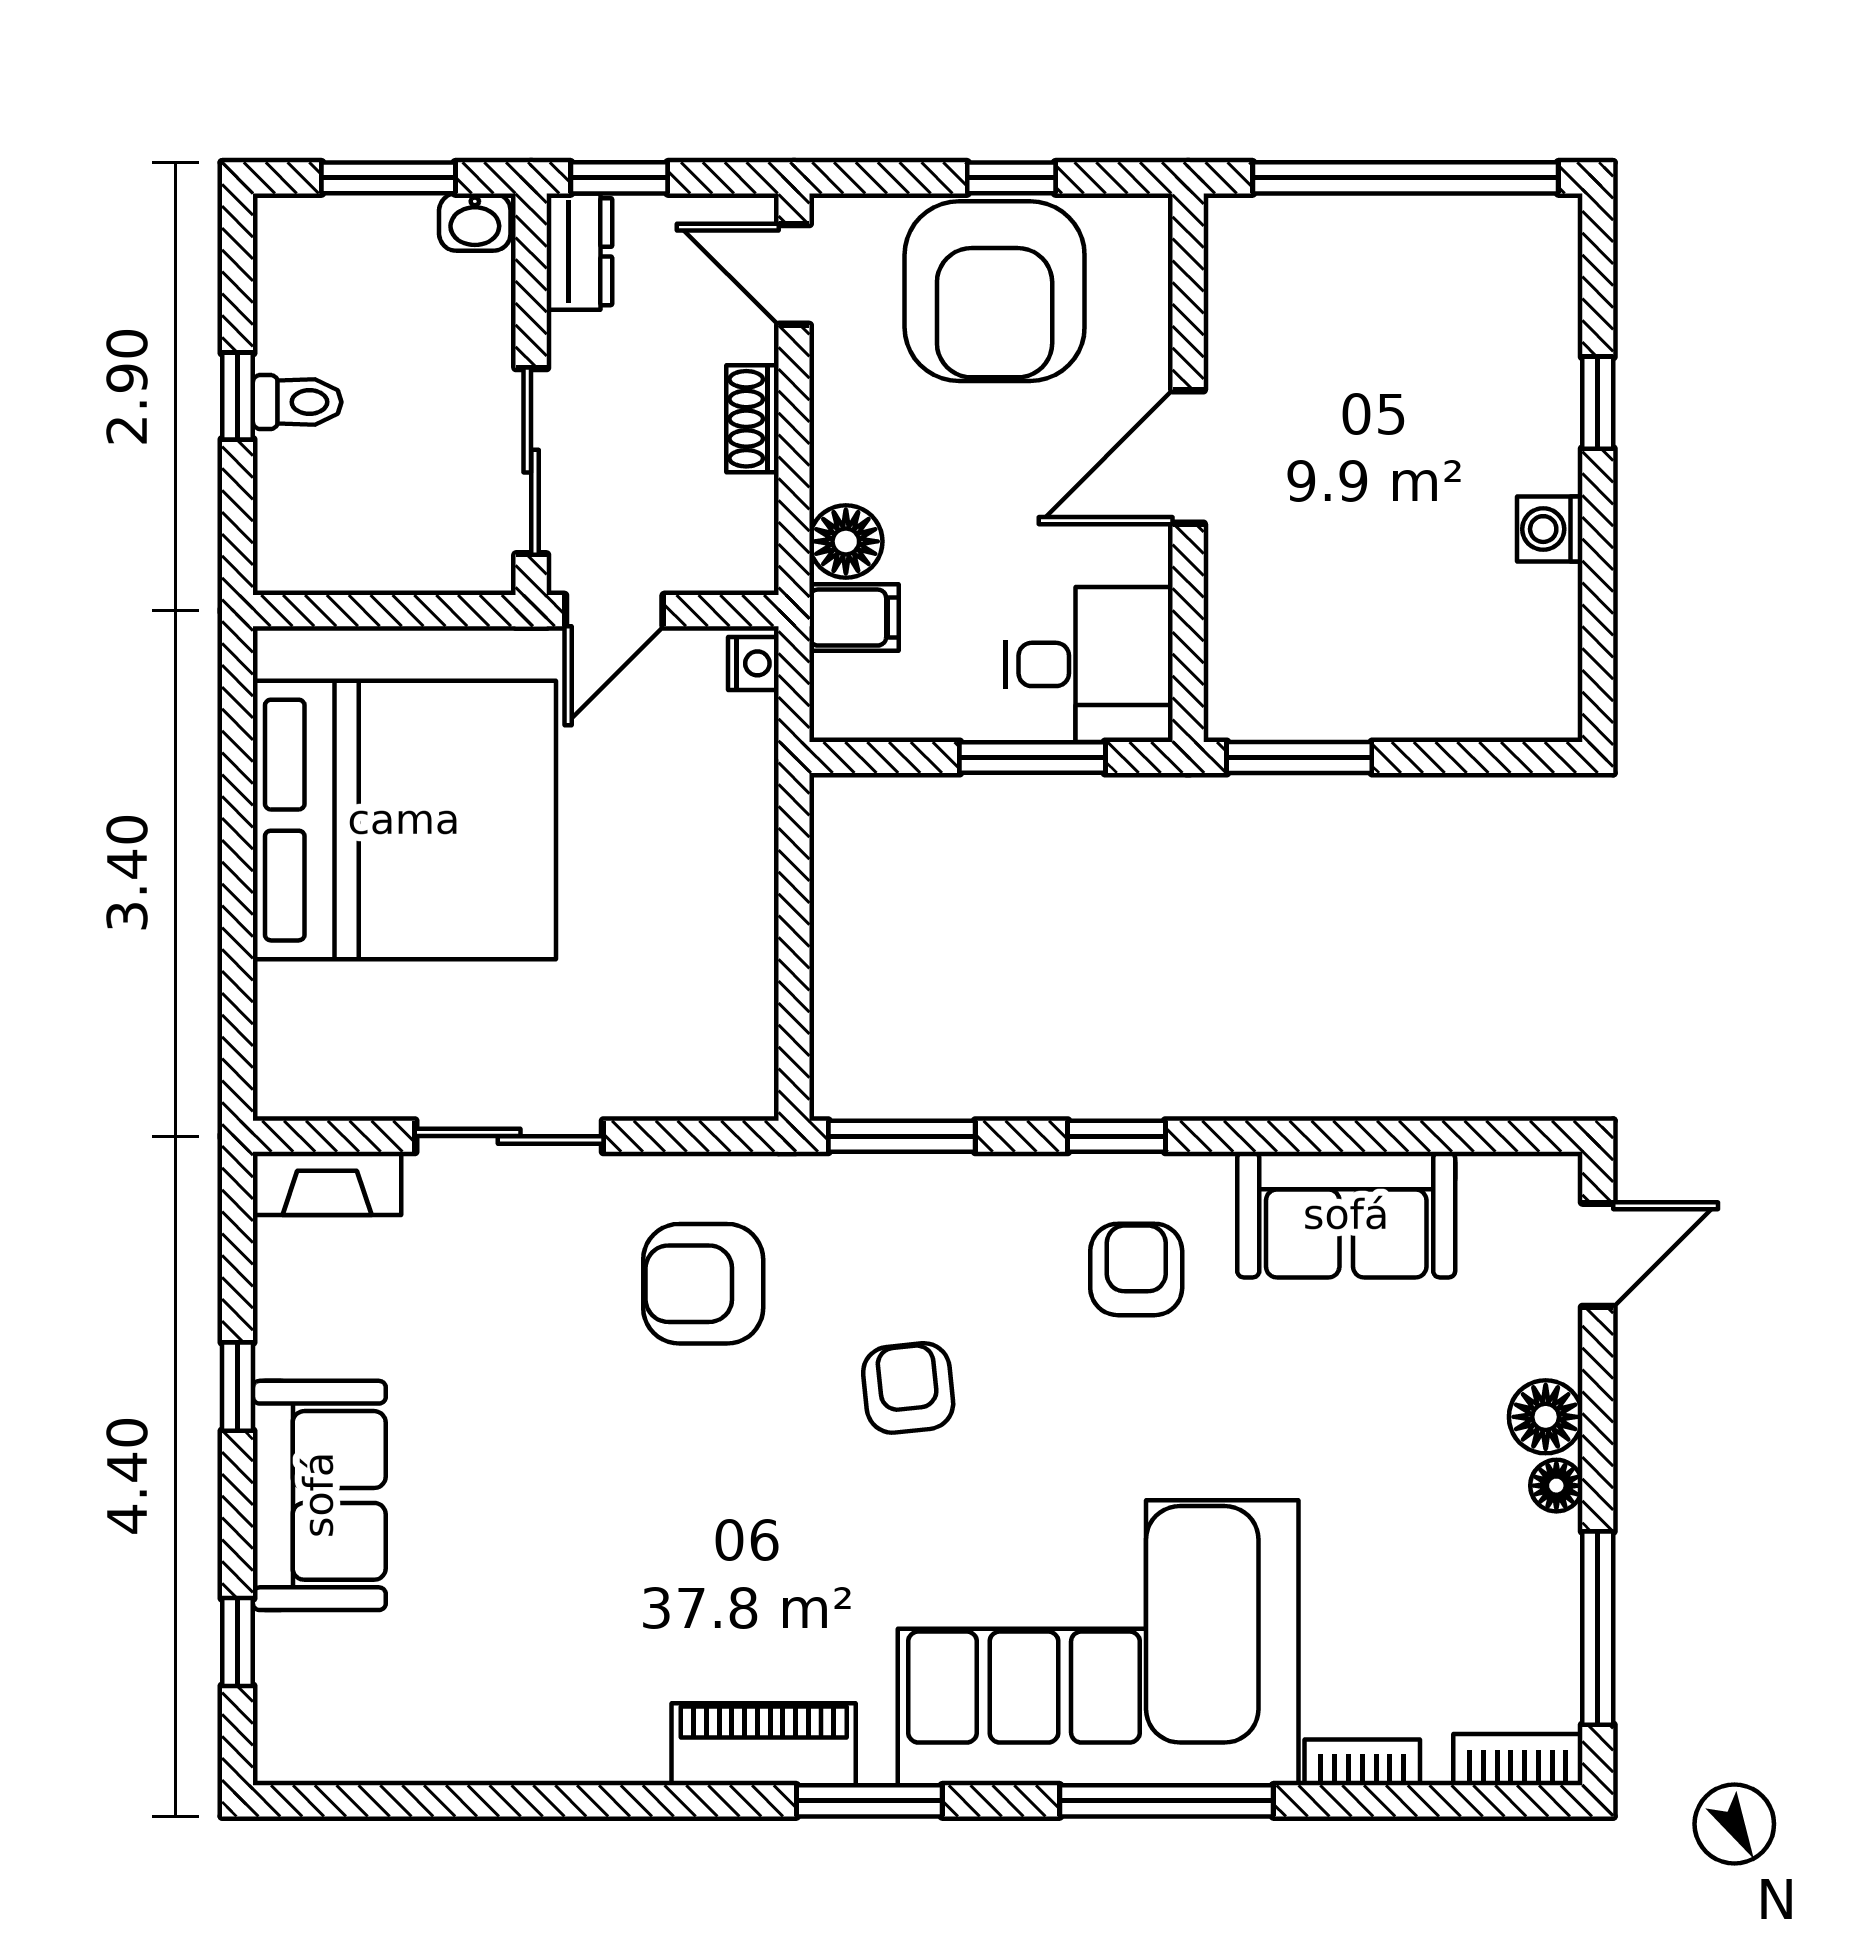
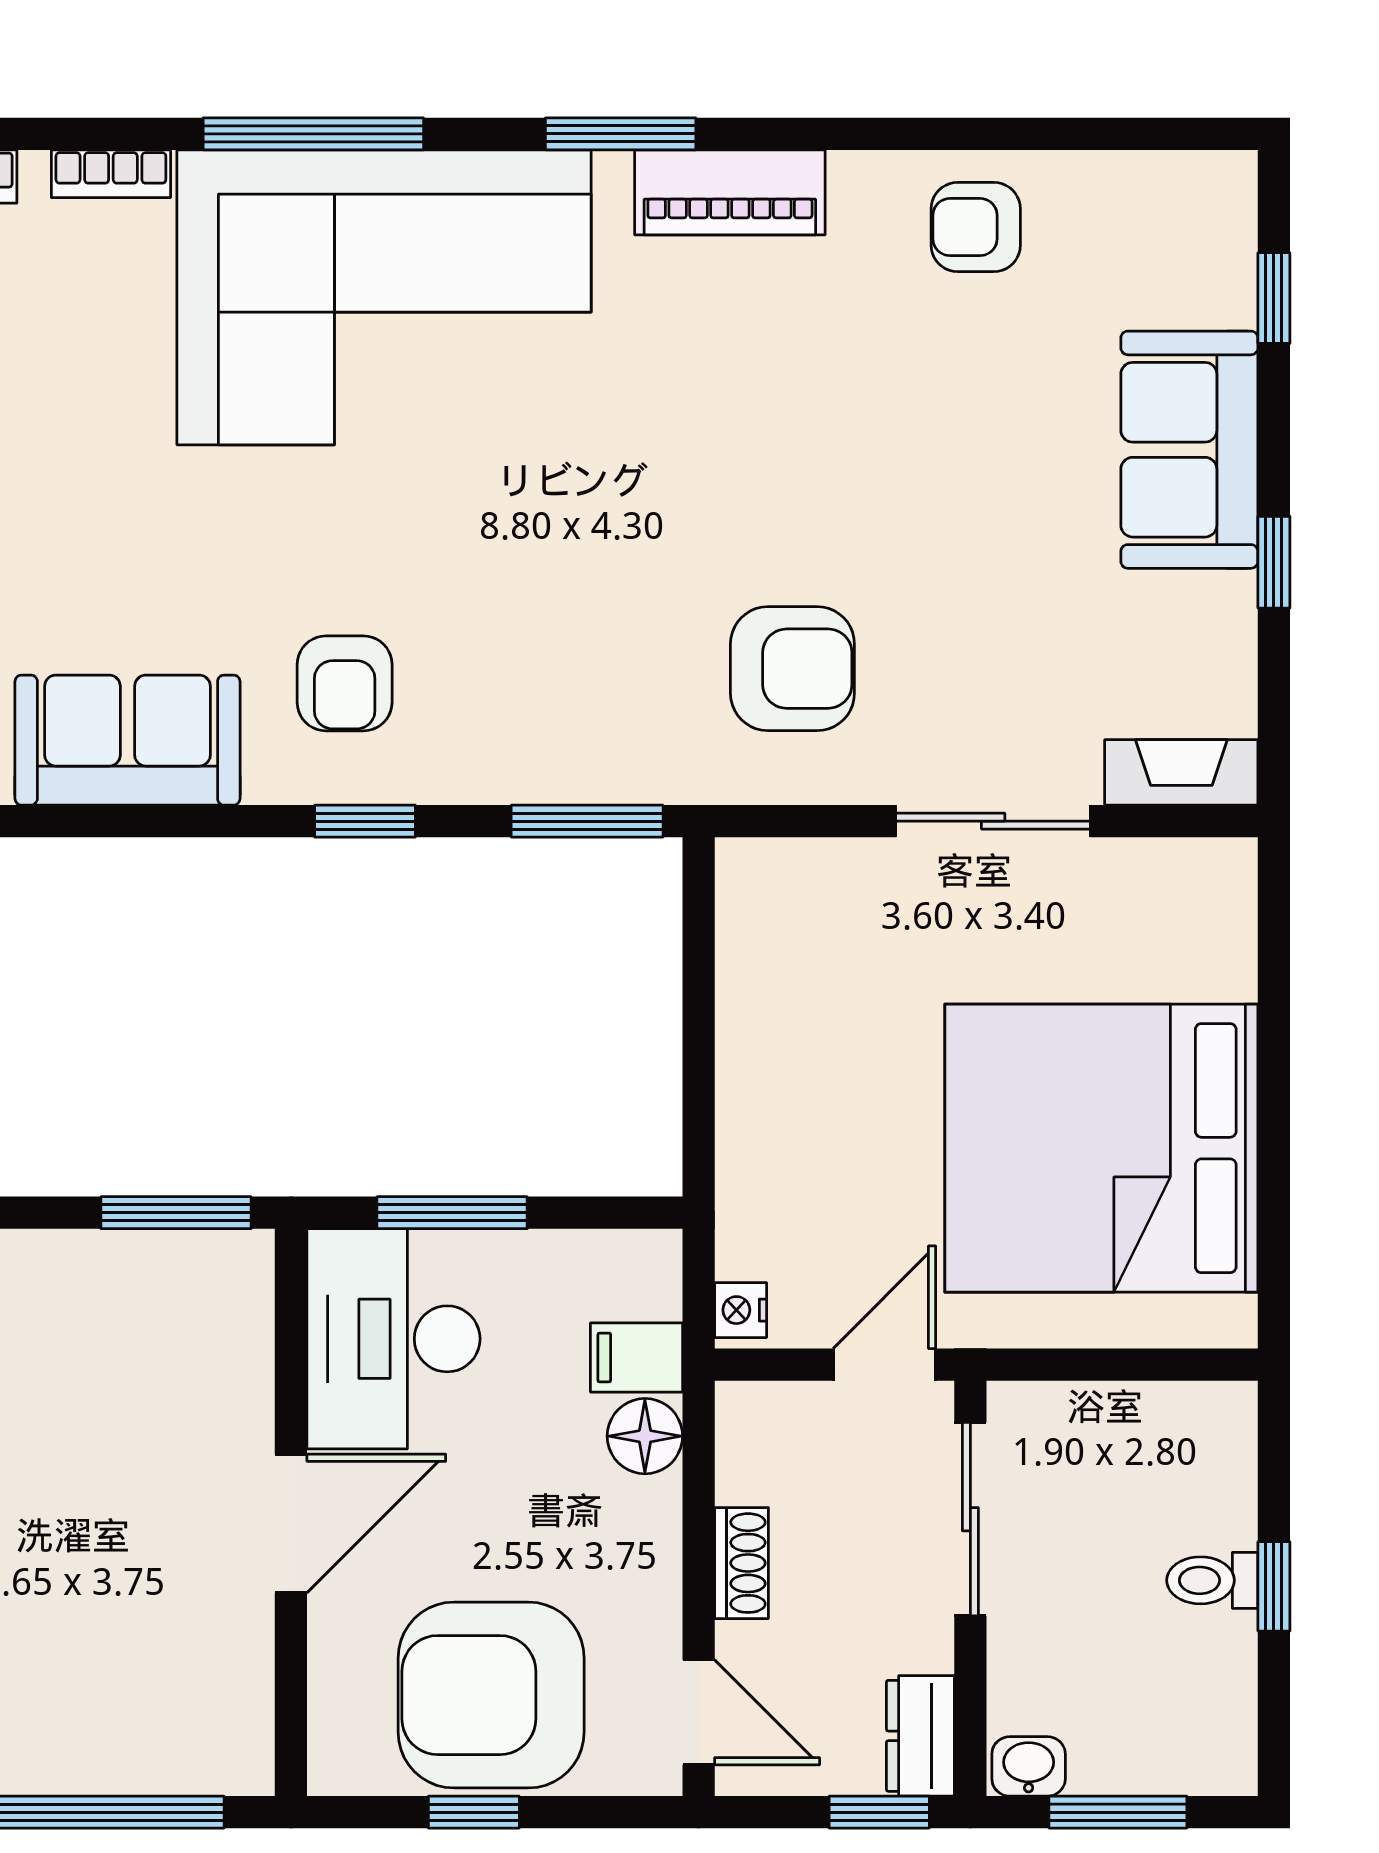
armchair: (995, 291) -> (491, 1695), turned -90
desk: (1089, 664) -> (394, 1339), width x1.37
armchair: (908, 1388) -> (976, 227), moved, turned 96

